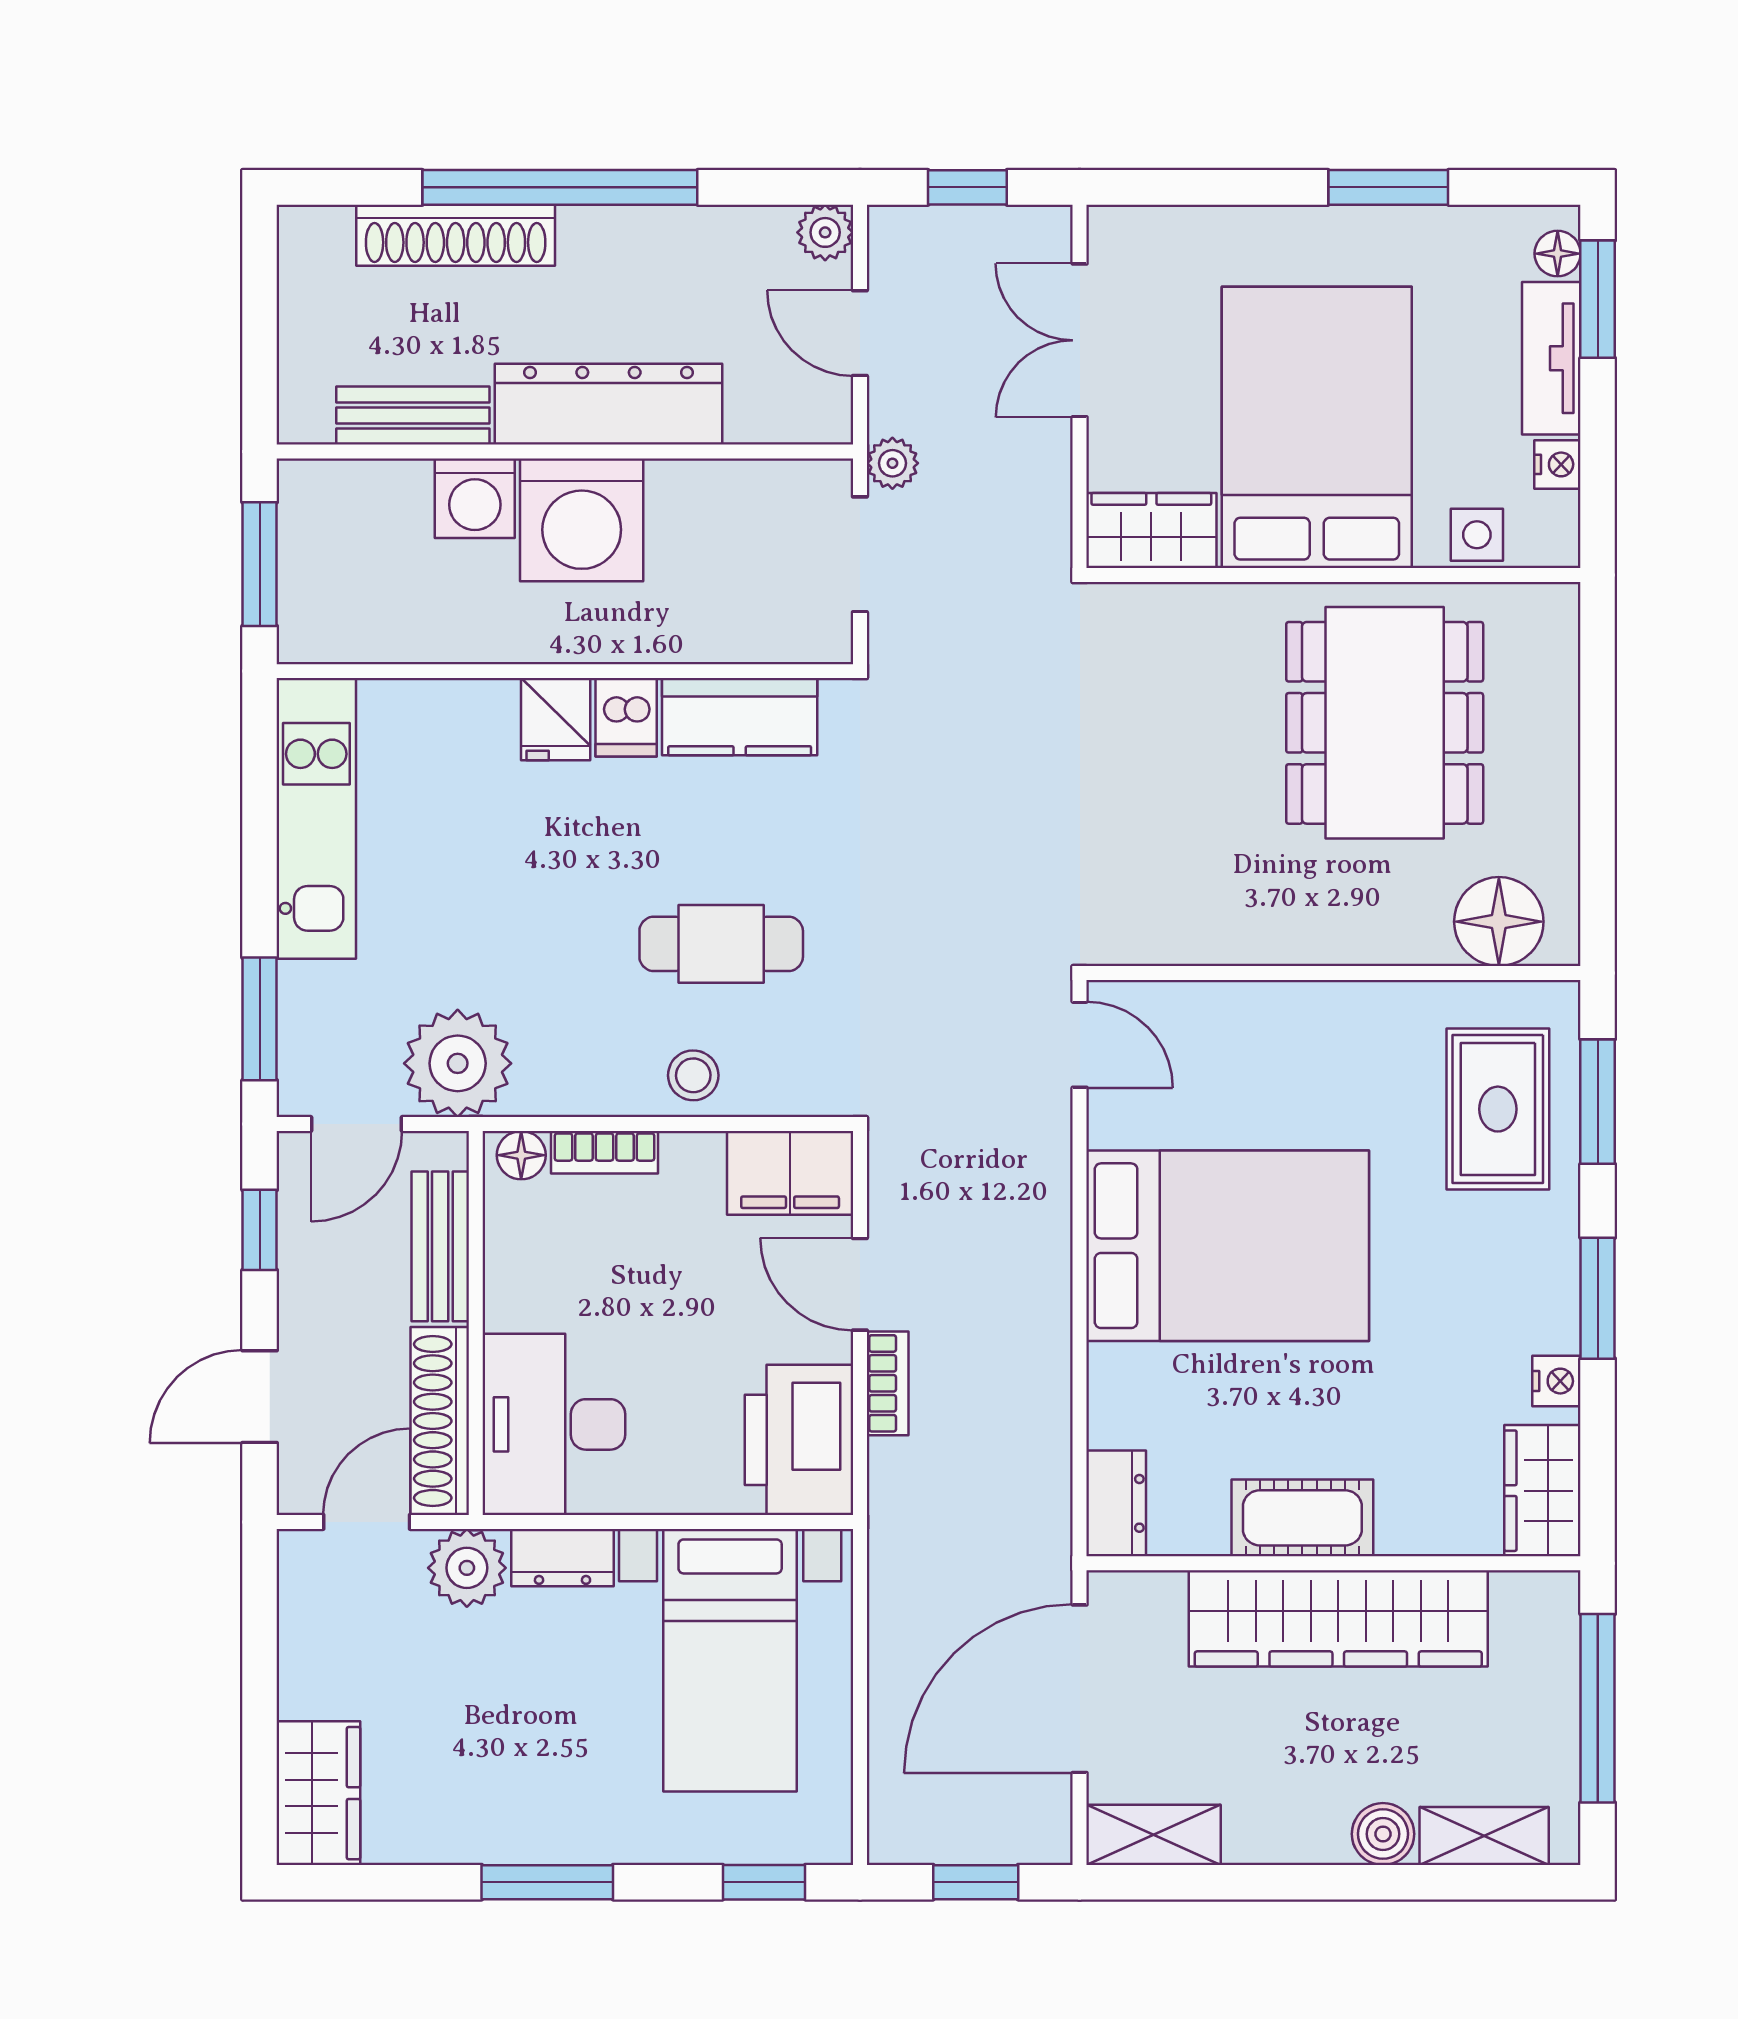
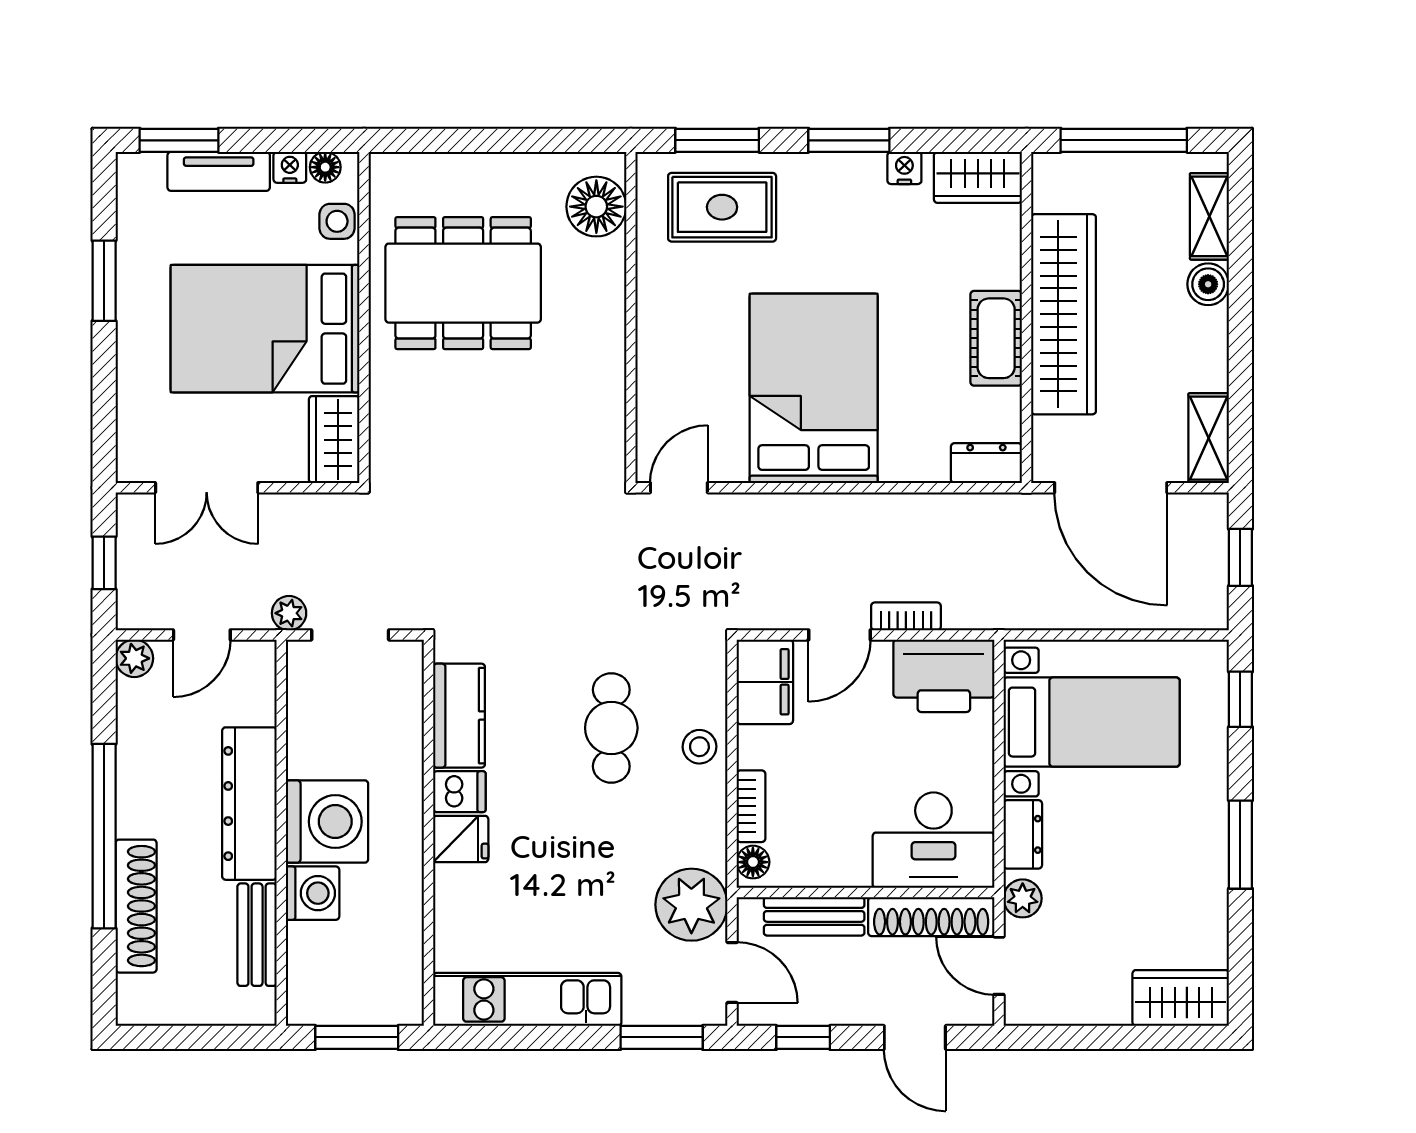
floor lamp: (1558, 254) -> (325, 167), moved
plant: (467, 1568) -> (1023, 898), width x0.73, depth x0.73

